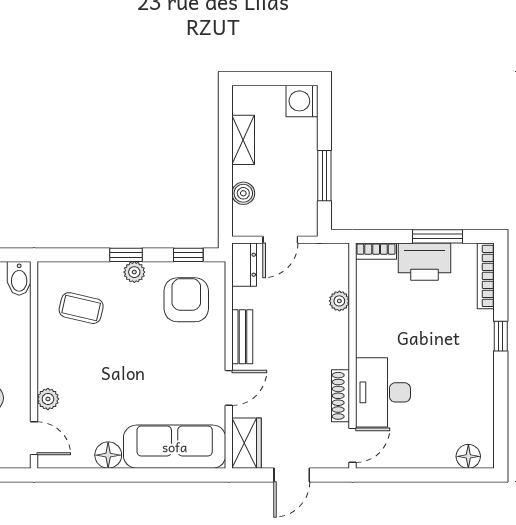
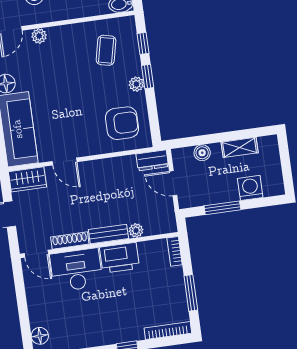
washing machine: (302, 101) -> (250, 188), moved
window: (188, 255) -> (143, 43), moved
printer: (425, 262) -> (120, 258), moved, turned -90
bench: (242, 337) -> (108, 234), moved

